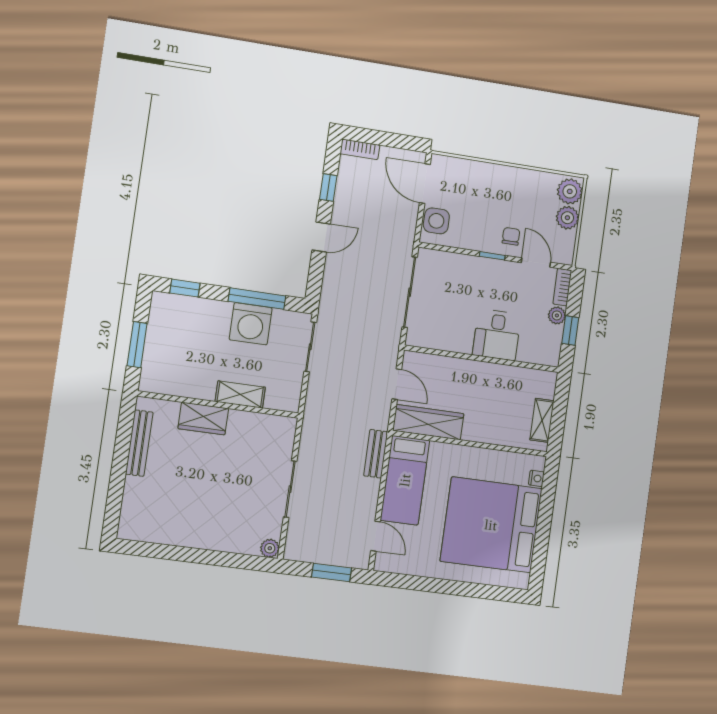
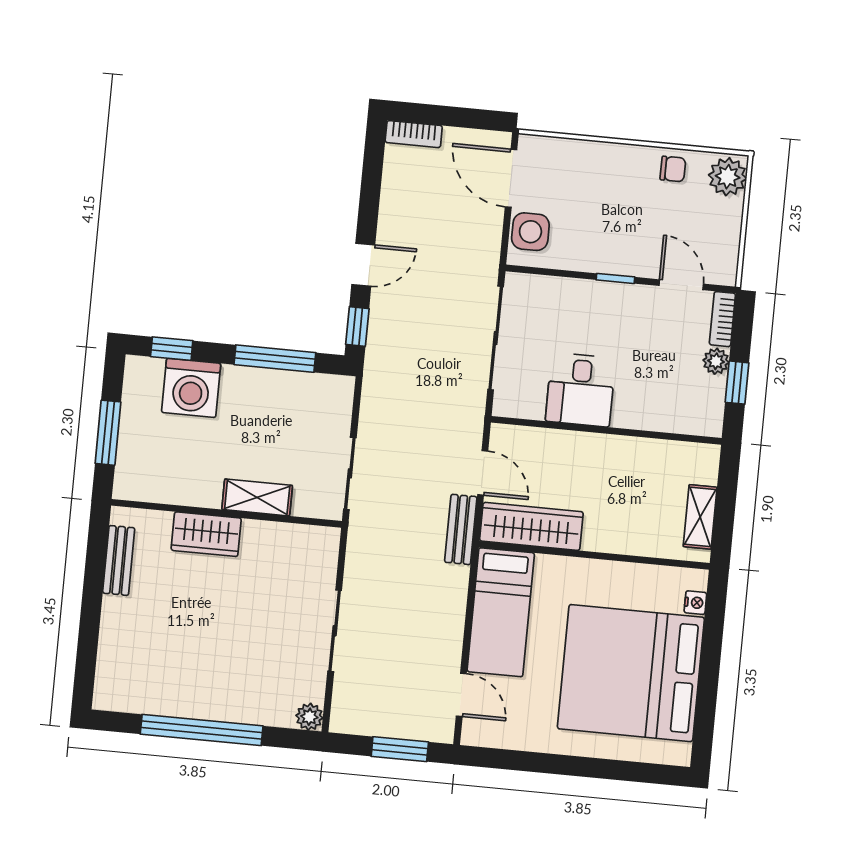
window: (328, 188) -> (357, 326), moved
plant: (567, 218) -> (726, 216), removed
chair: (511, 236) -> (673, 169), moved, turned 90
washing machine: (251, 324) -> (191, 388), moved
desk: (497, 335) -> (580, 390), moved
sliding door: (310, 347) -> (350, 473), moved
bench: (139, 443) -> (119, 560), width x0.73
bench: (376, 454) -> (461, 529), moved
window: (194, 555) -> (202, 730), added

